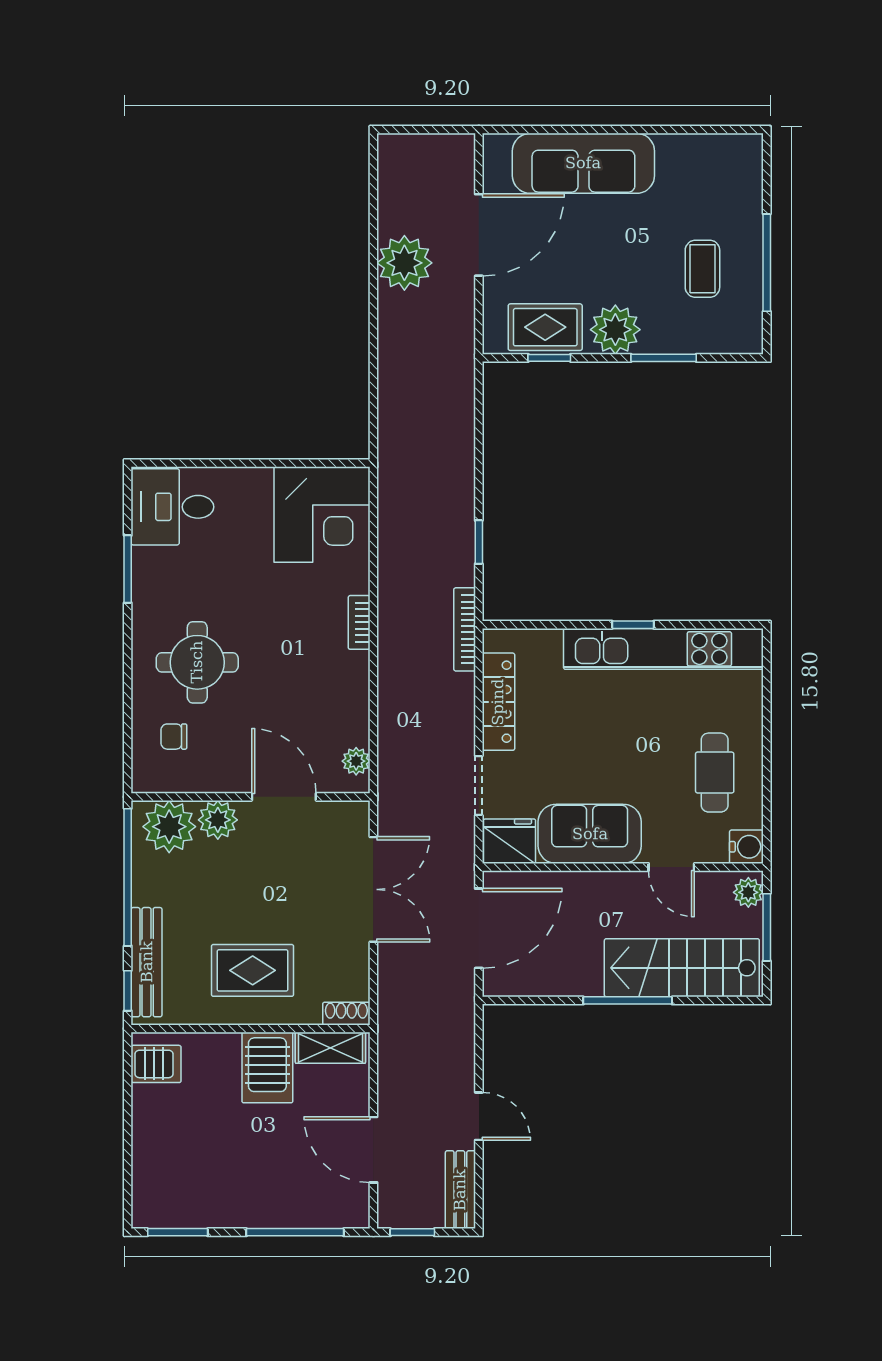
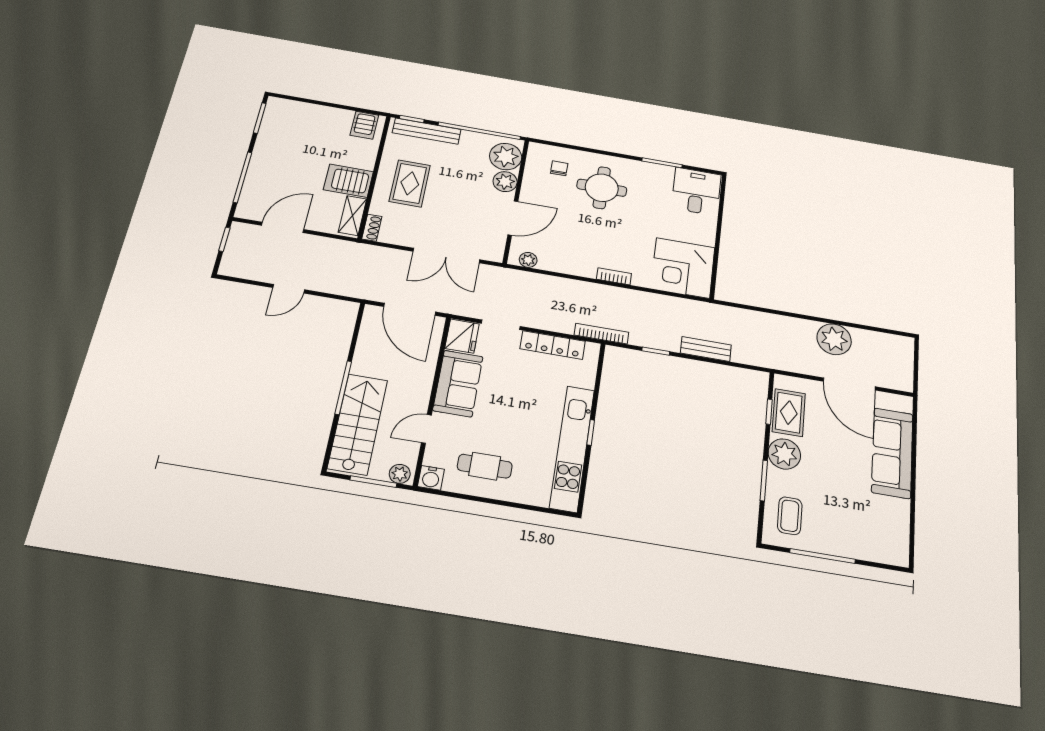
coffee table: (702, 269) -> (790, 516), moved, turned 90
bench: (460, 1190) -> (706, 349), moved

